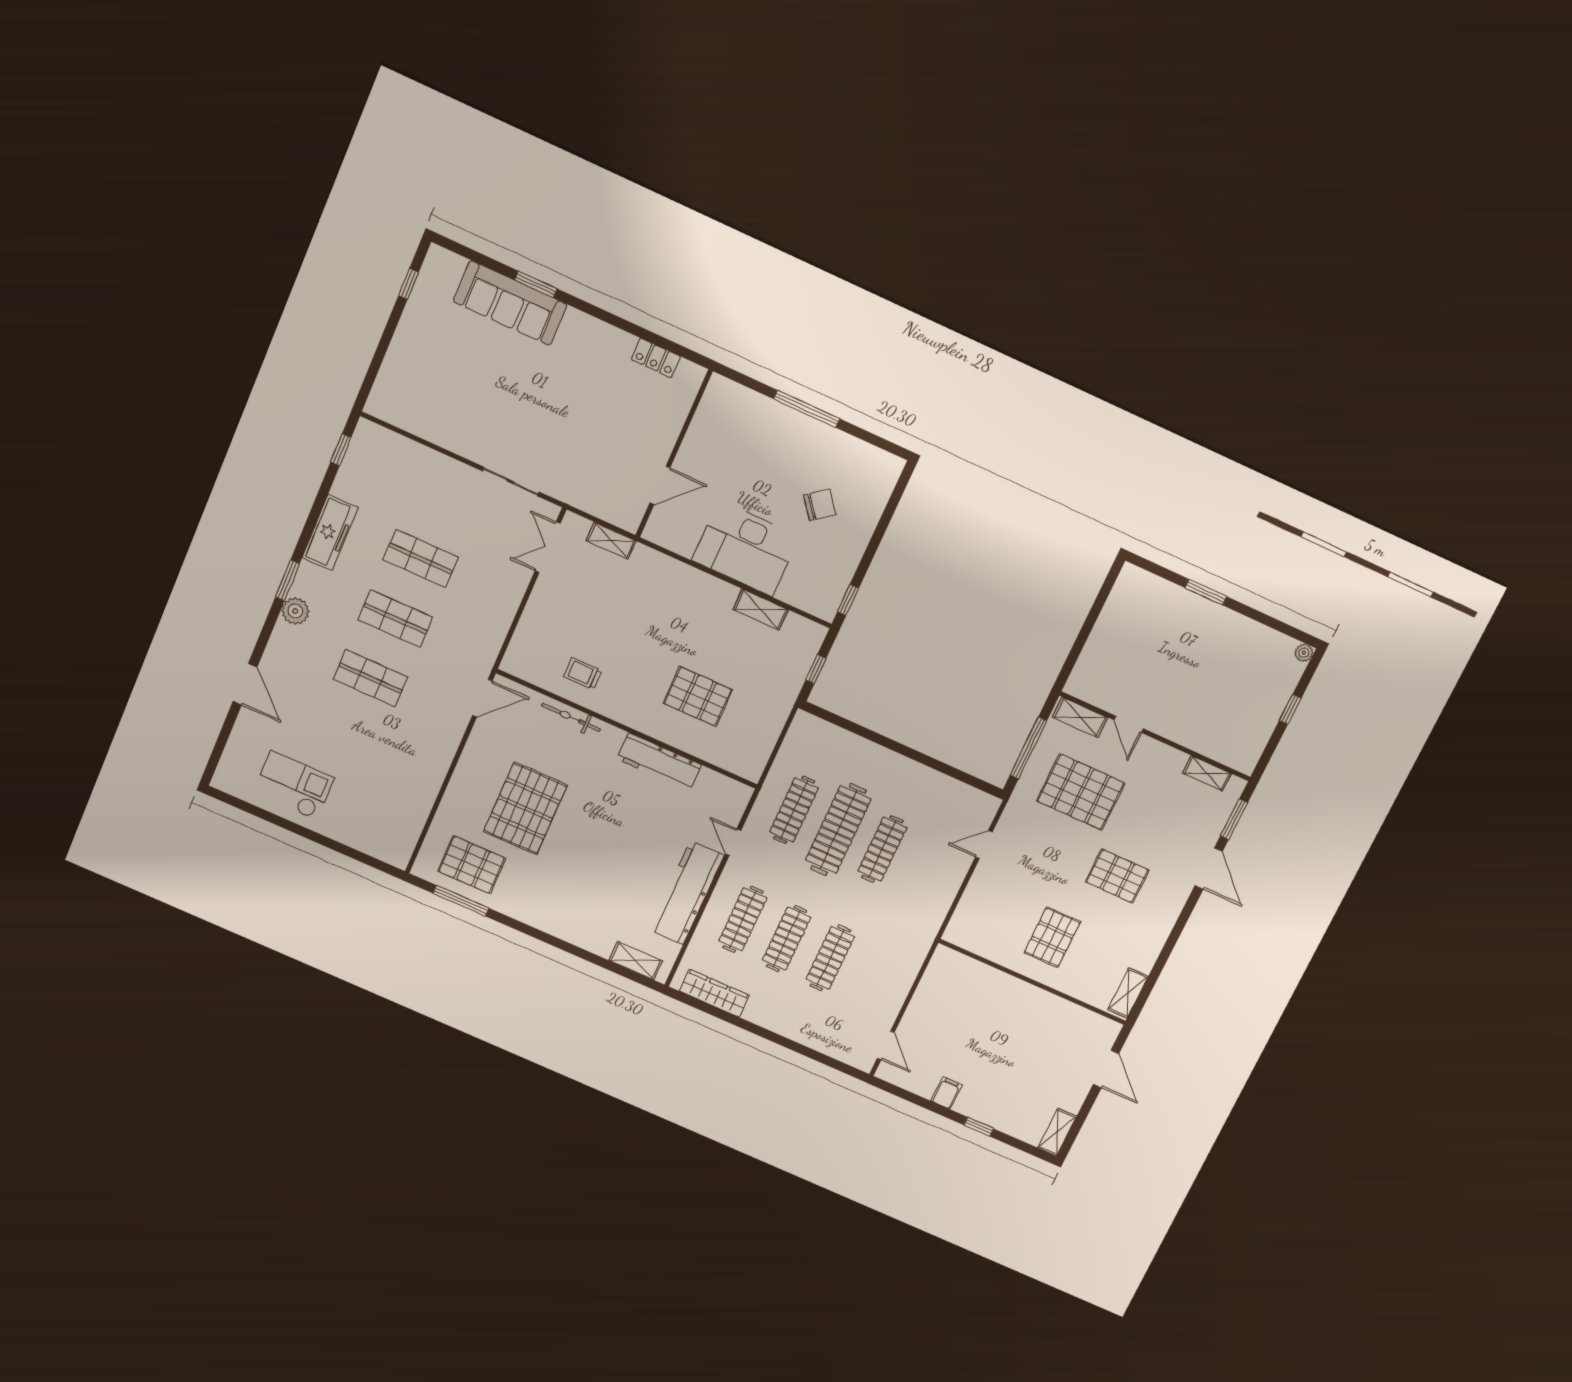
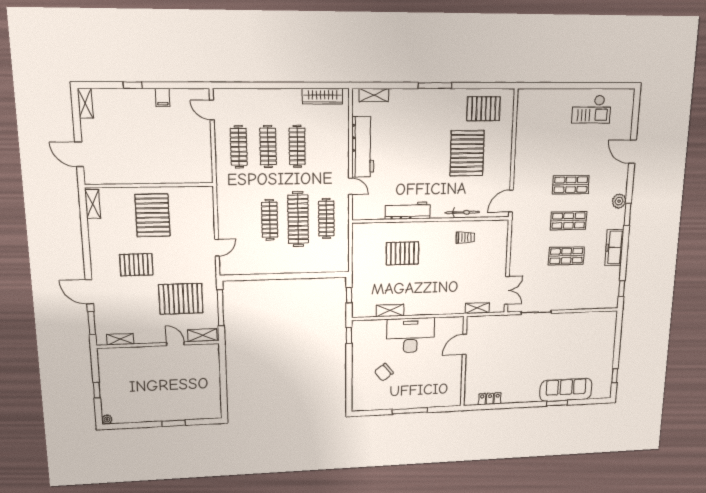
window: (461, 901) -> (435, 86), moved
clothes rail: (743, 919) -> (239, 147), moved
pallet: (1052, 937) -> (153, 215), width x1.37, depth x1.41

